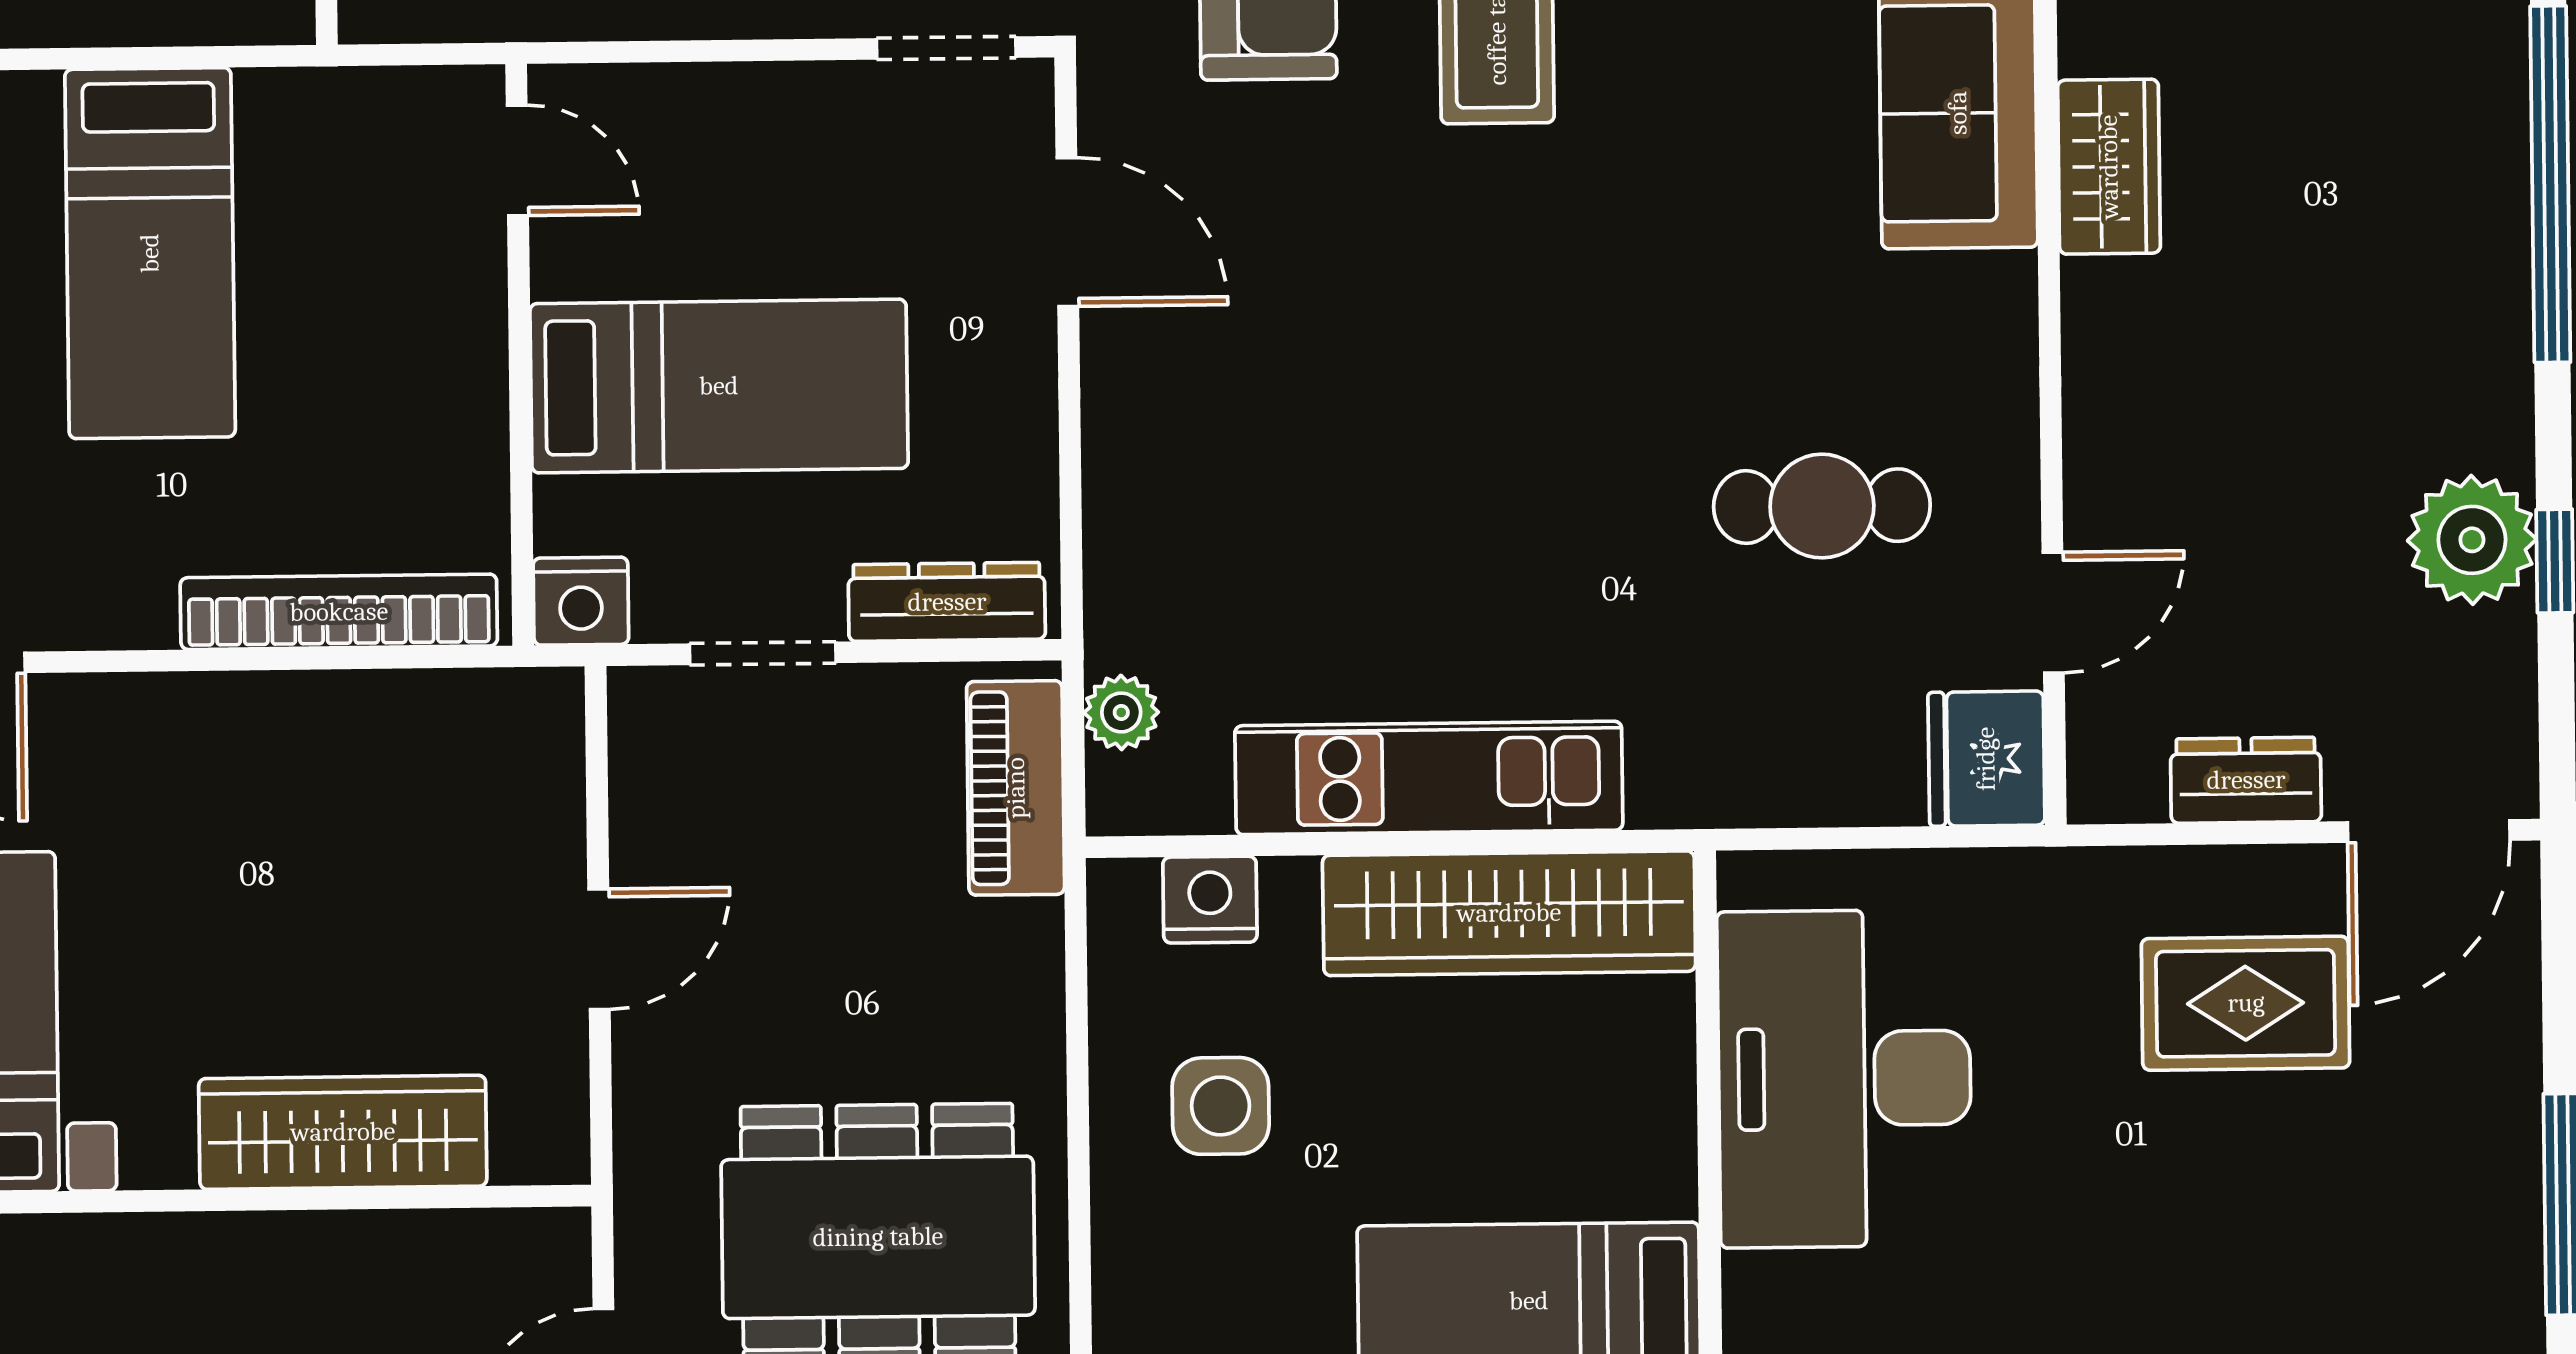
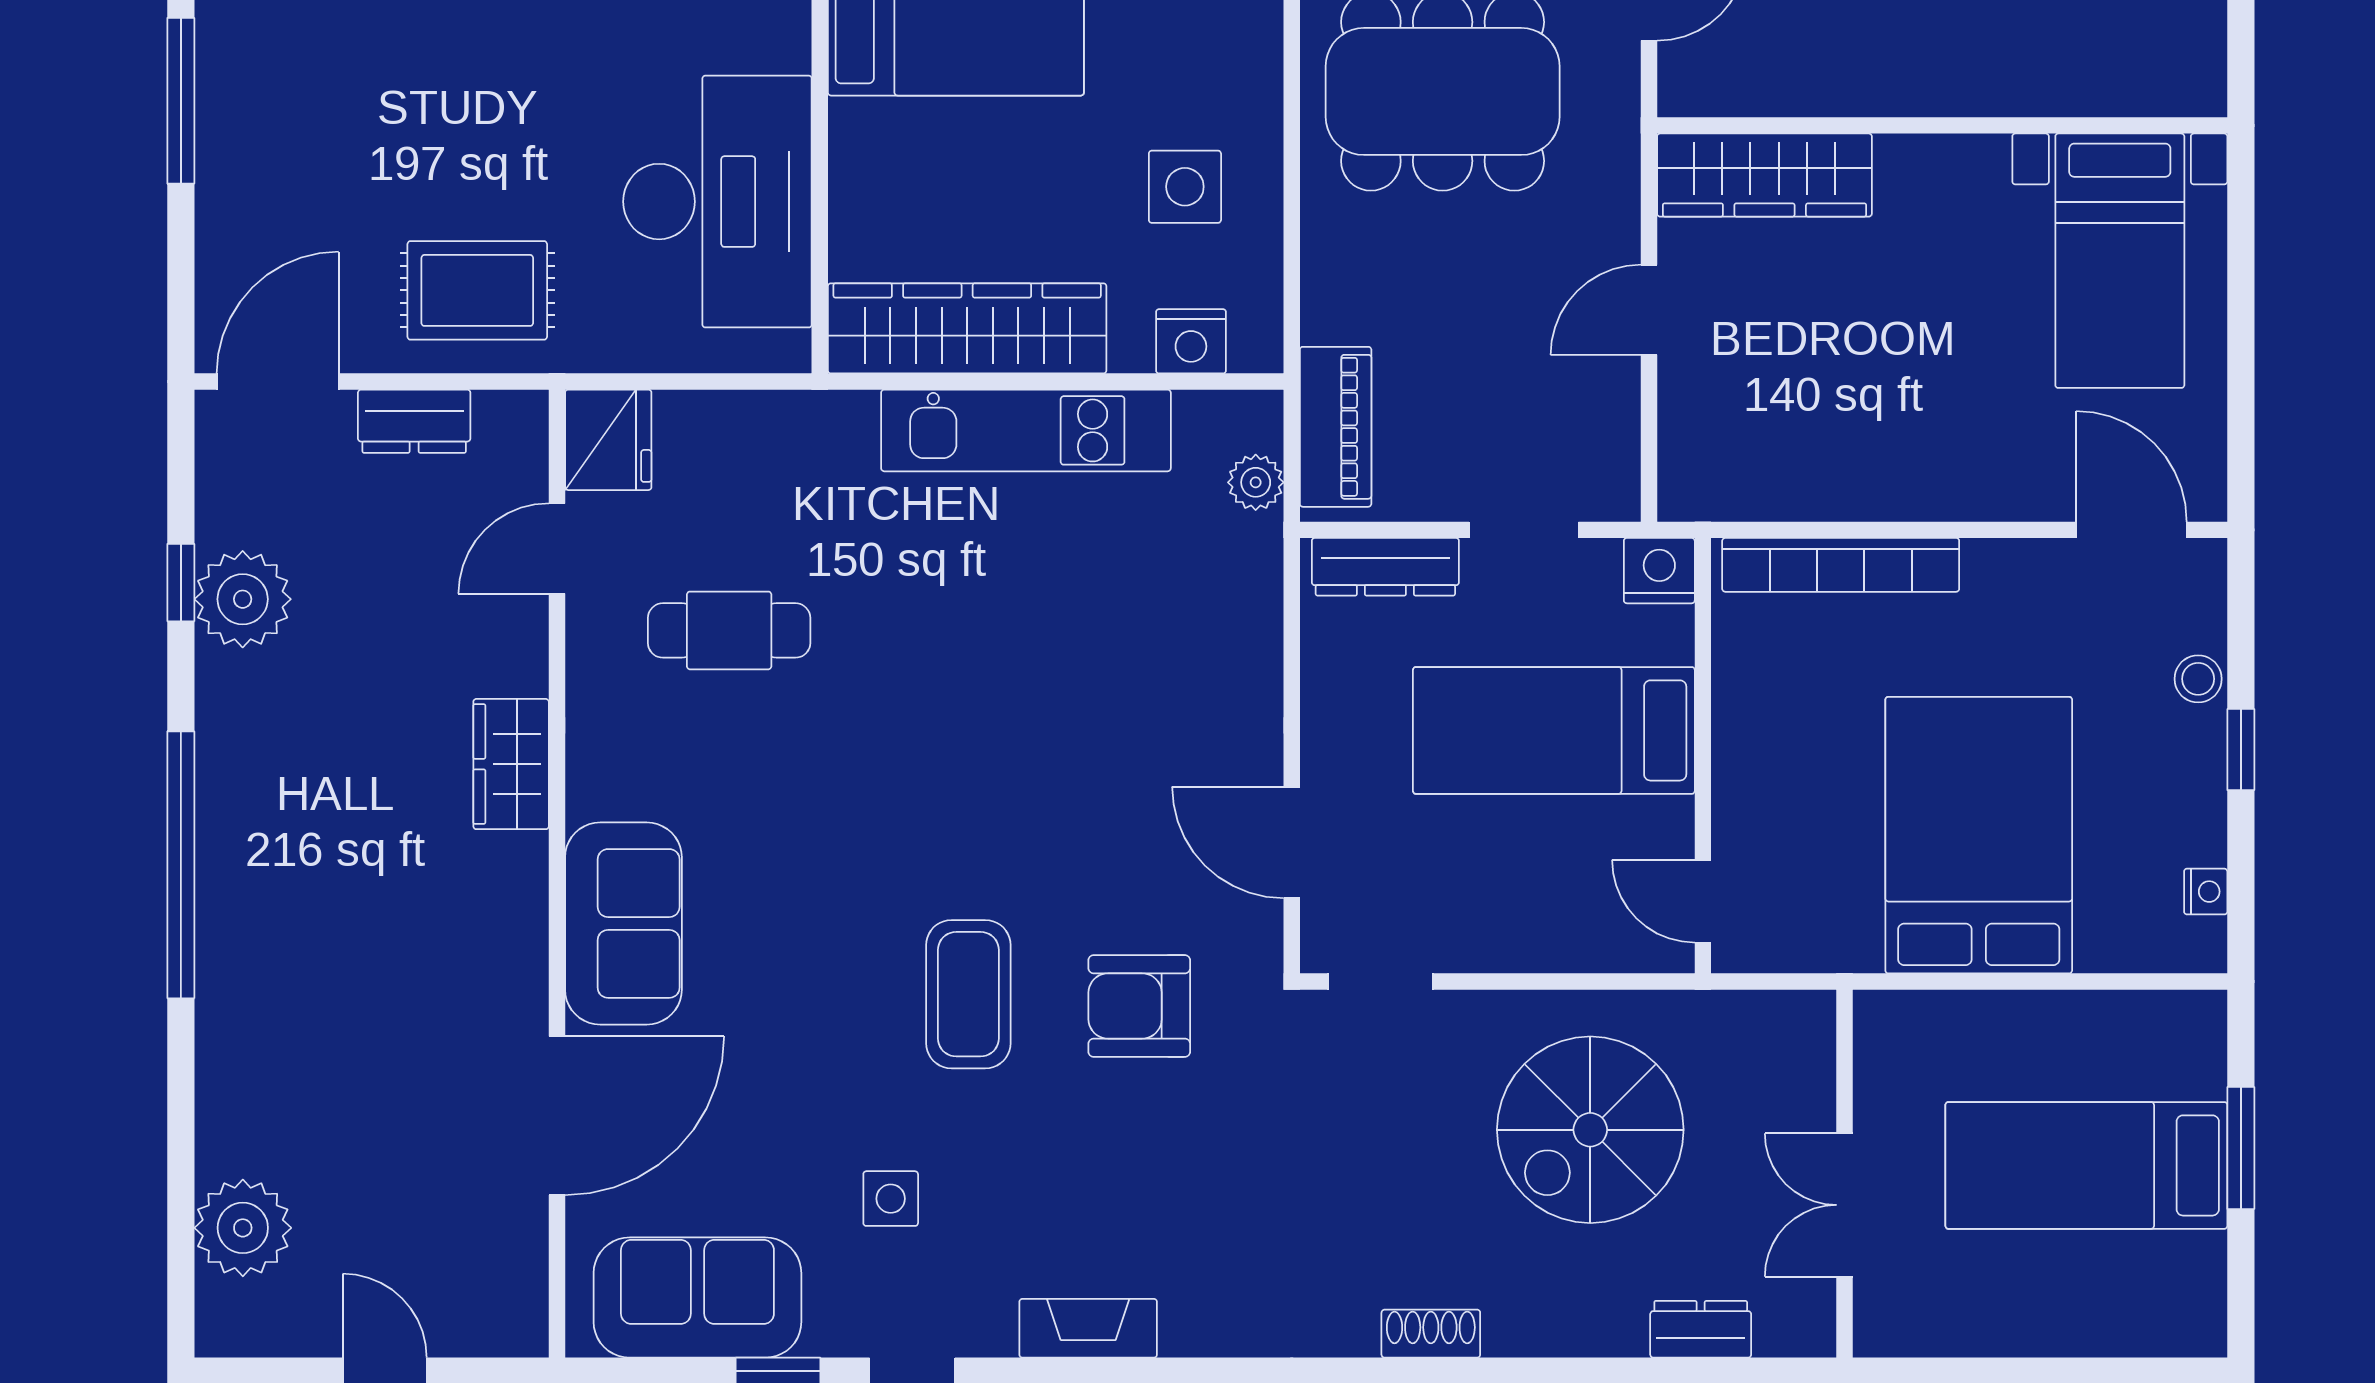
wardrobe: (2109, 167) -> (511, 764), moved
bed: (150, 253) -> (1979, 835), width x1.50
rug: (2246, 1003) -> (477, 290), moved
wardrobe: (343, 1132) -> (1764, 175), moved

